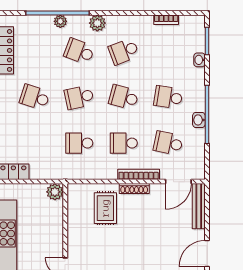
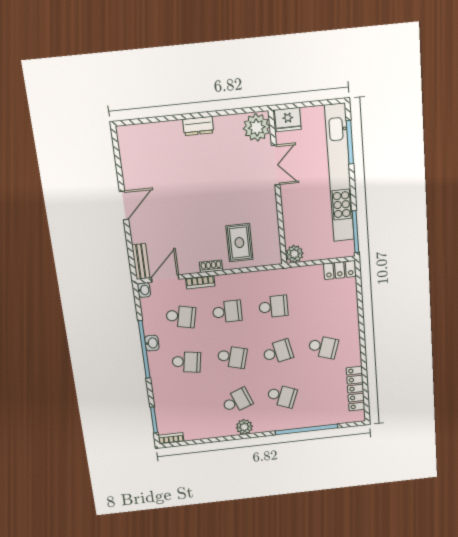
bookcase: (166, 20) -> (171, 438), moved
plant: (60, 21) -> (303, 422), removed
plant: (97, 23) -> (244, 427), moved
washbasin: (199, 60) -> (144, 290), moved
bookcase: (139, 174) -> (200, 282), width x0.64
shoe rack: (134, 188) -> (211, 266), width x0.70
bench: (199, 206) -> (141, 262), width x0.73

